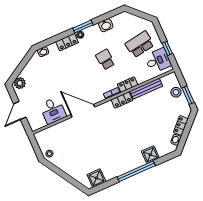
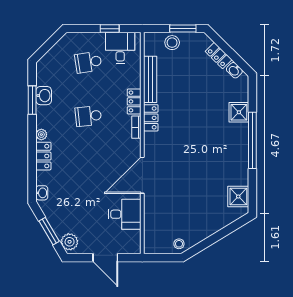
window: (83, 27) -> (32, 100), moved
school desk: (140, 44) -> (88, 62), width x0.54
window: (21, 67) -> (49, 231), added

